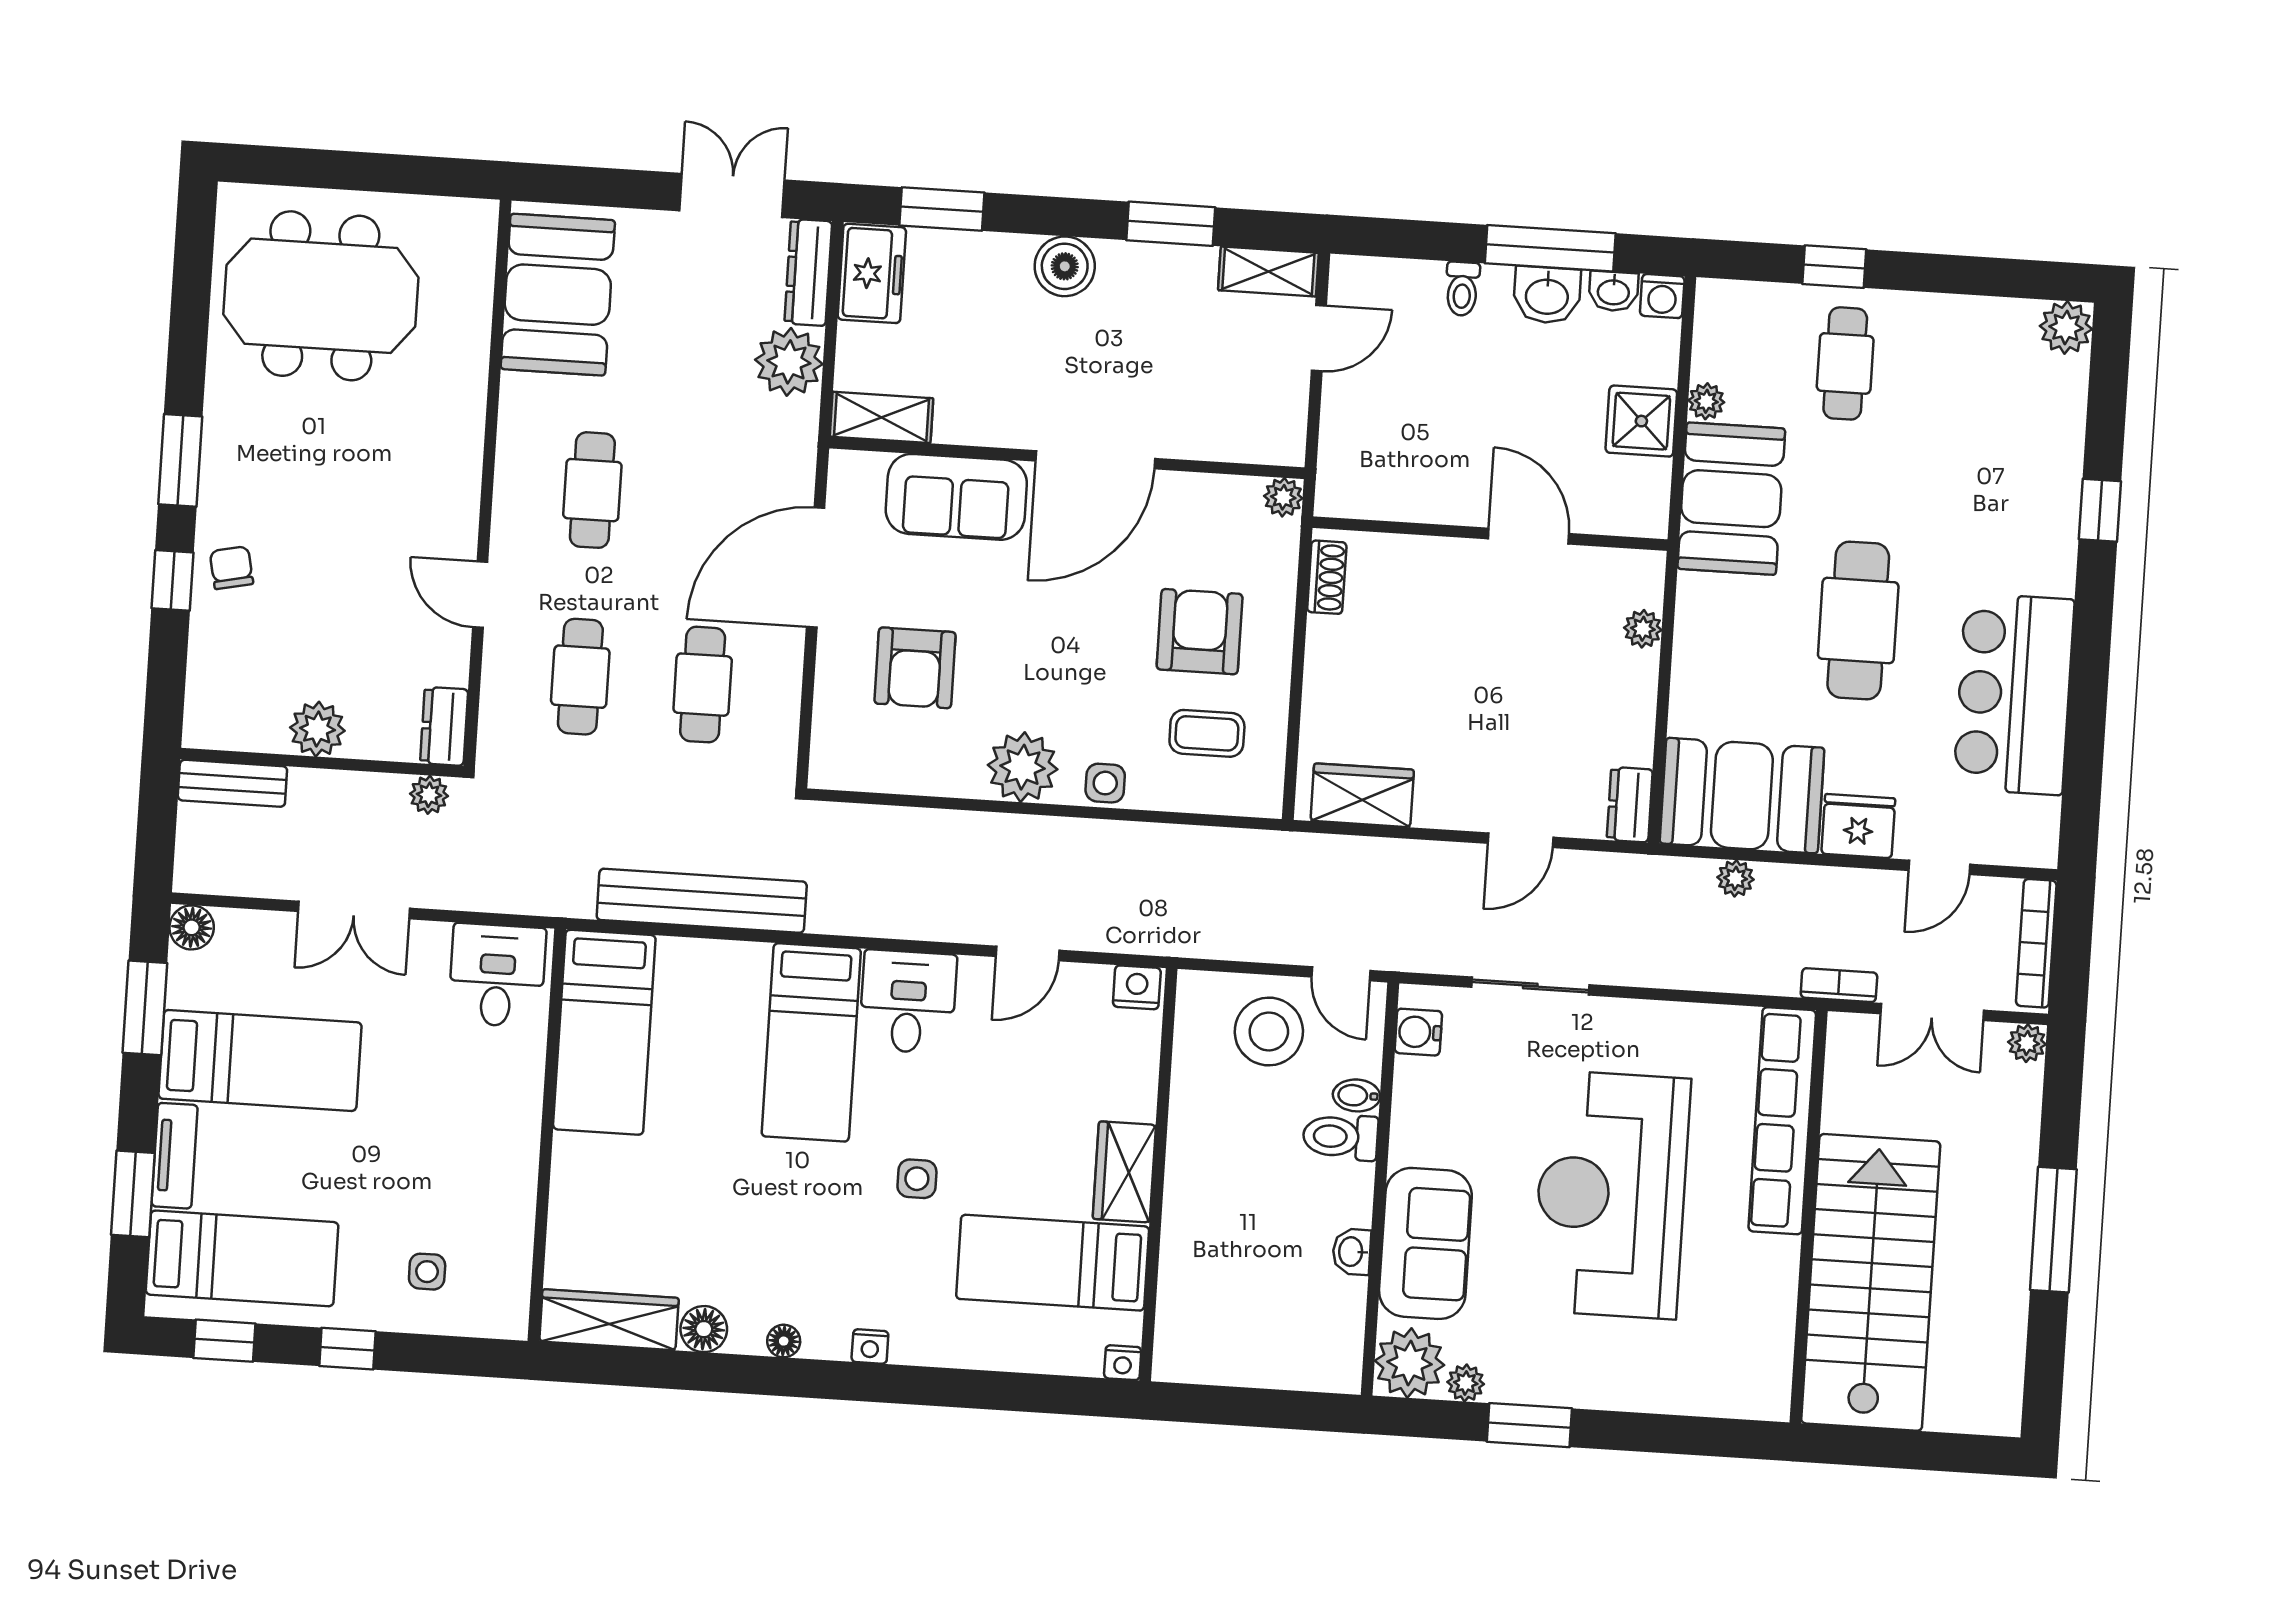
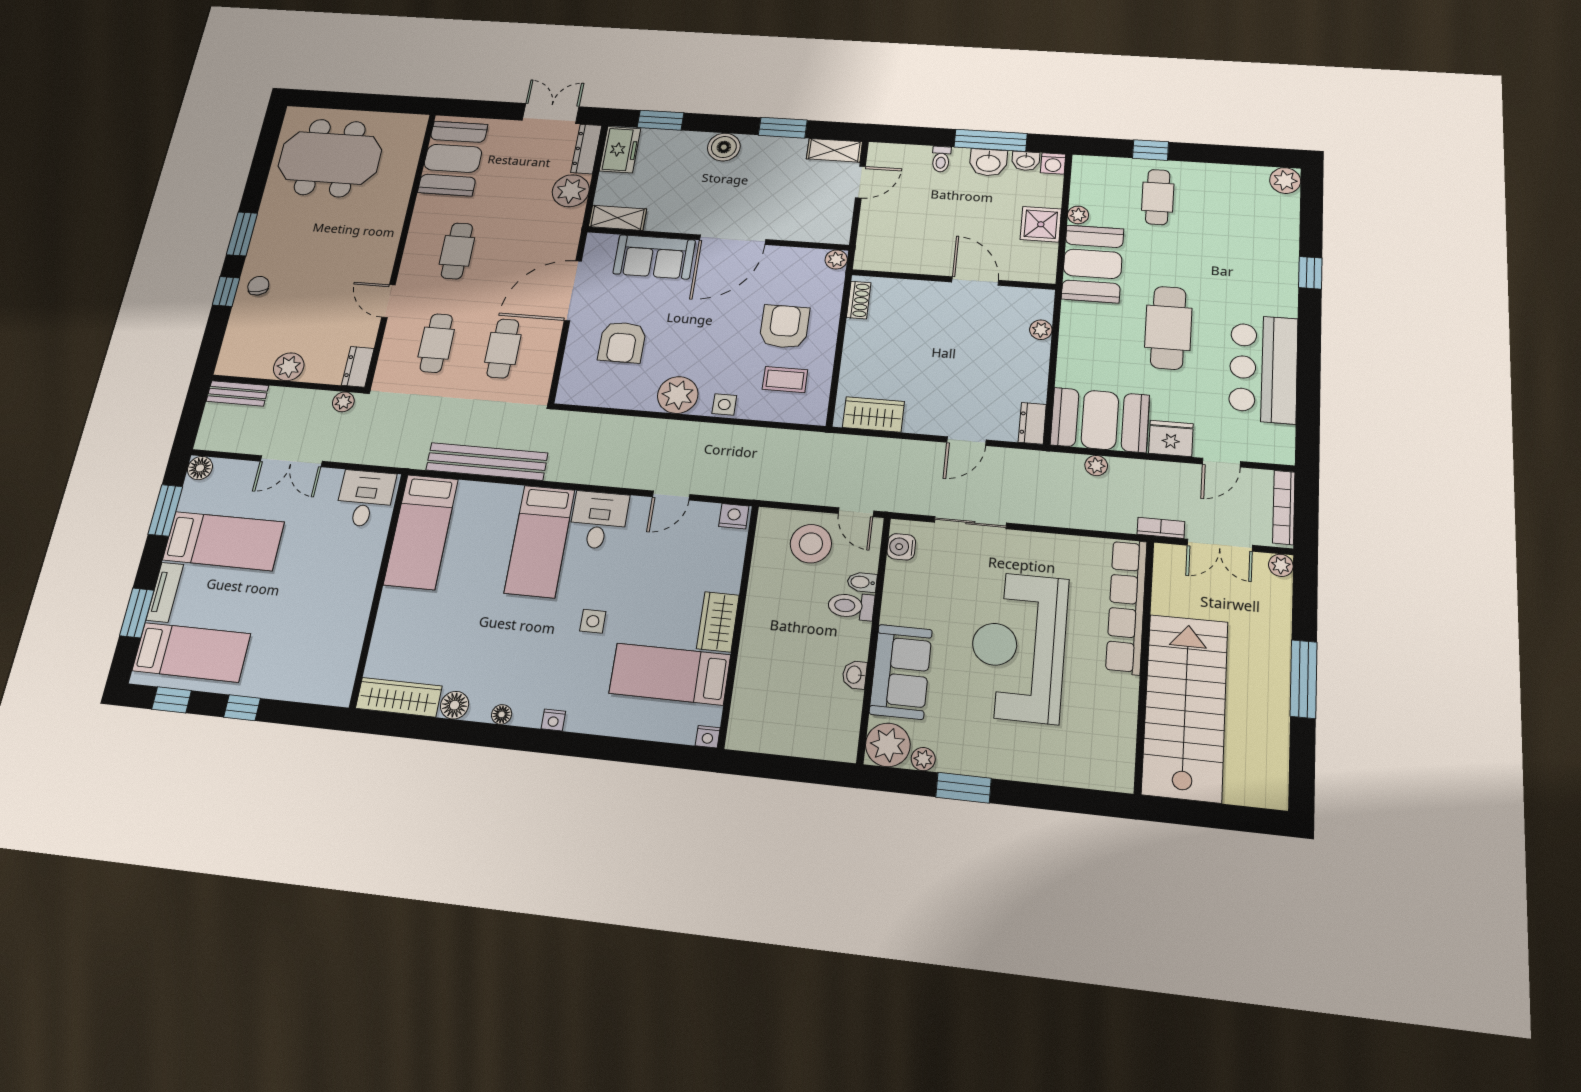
side table: (427, 1272) -> (297, 664), removed

